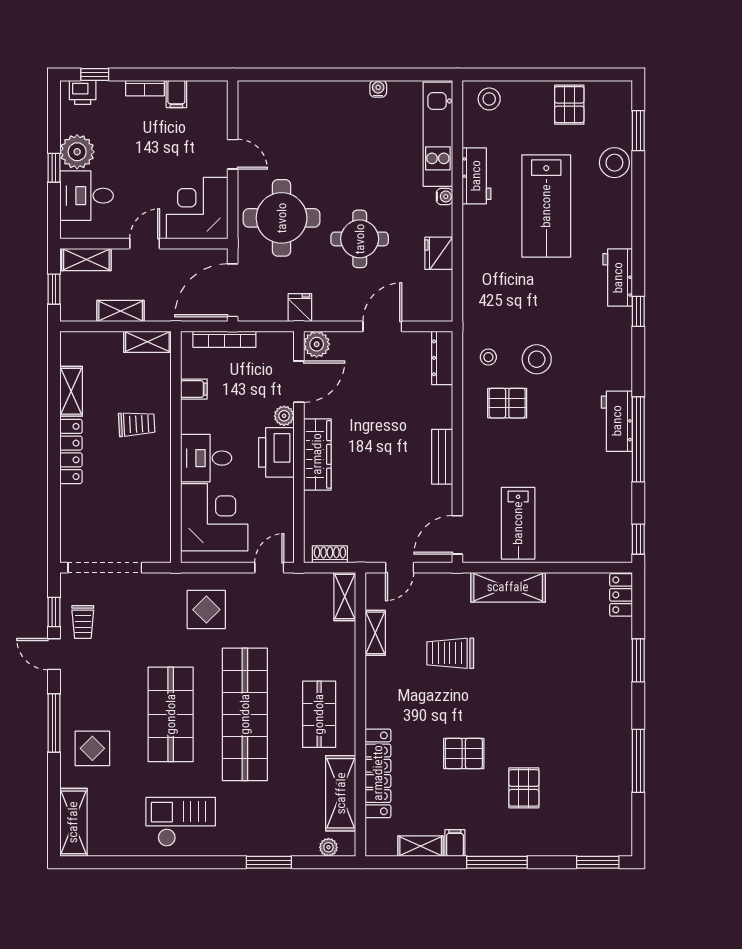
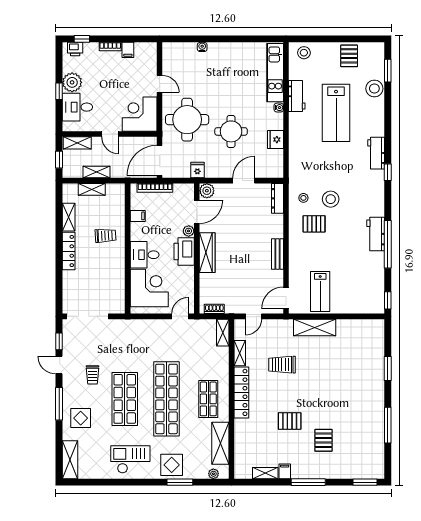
water cooler: (378, 89) -> (202, 47), moved
door: (145, 244) -> (110, 134), swing flipped
shelving: (147, 342) -> (92, 189), moved
locker: (621, 595) -> (378, 332), removed
display table: (206, 610) -> (172, 465), moved
trolley: (83, 622) -> (93, 375), moved
locker: (378, 773) -> (241, 392), moved

